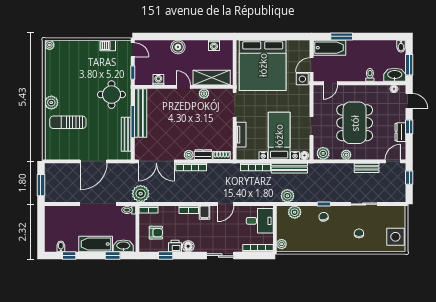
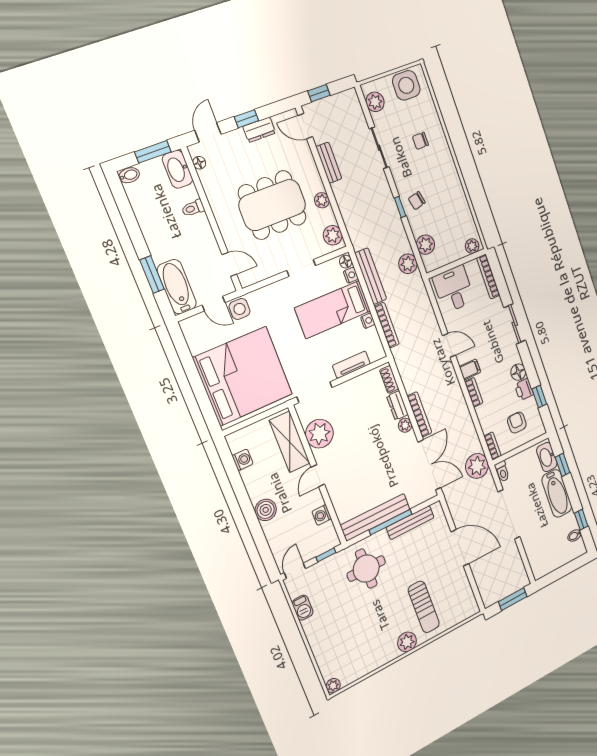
plant: (204, 94) -> (319, 434), width x1.87, depth x1.87
plant: (392, 212) -> (375, 102), added

